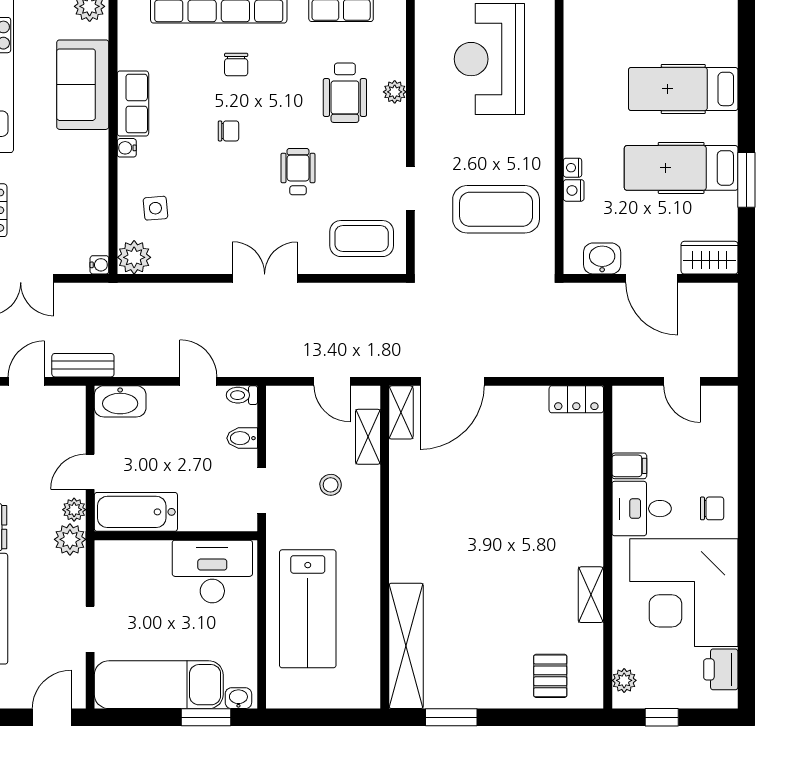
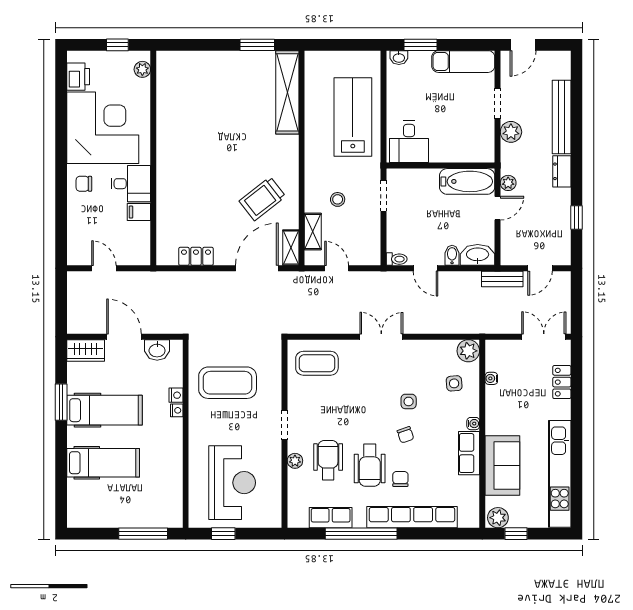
chair: (229, 131) -> (405, 435), turned -109
wheelchair: (298, 172) -> (370, 465), moved, width x1.36, depth x1.37
side table: (224, 181) -> (409, 401), added
doorway: (410, 189) -> (285, 425), moved
water cooler: (99, 265) -> (491, 378), moved
double door: (265, 278) -> (381, 337), swing flipped
locker: (576, 399) -> (196, 256), moved
bidet: (242, 438) -> (452, 255), moved, turned -90
trolley: (444, 486) -> (262, 199), added
plant: (70, 539) -> (511, 132), moved
desk: (212, 571) -> (409, 142), width x0.73
shelving: (591, 595) -> (164, 126), removed
pallet: (550, 676) -> (191, 72), removed
exam couch: (159, 685) -> (463, 62), width x0.73, depth x0.69

